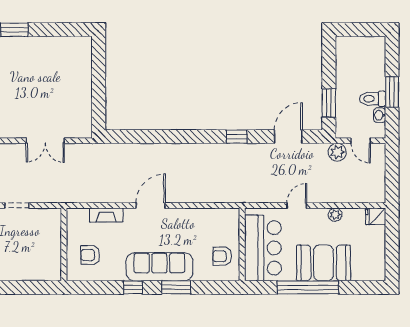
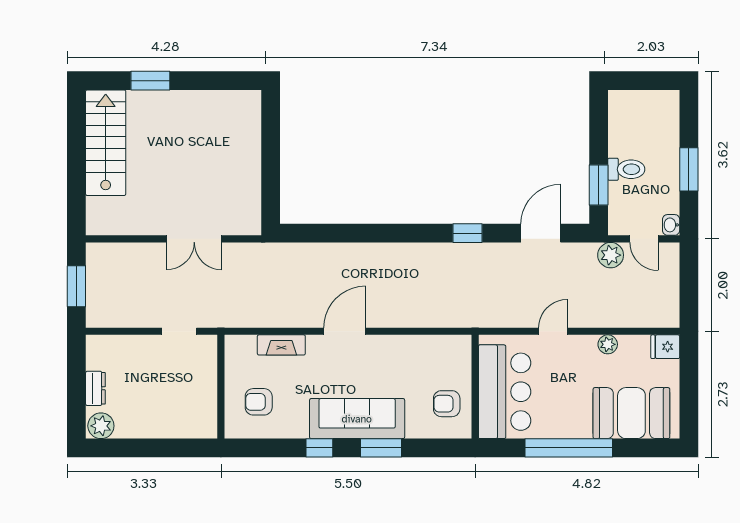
toilet: (373, 99) -> (626, 169), moved, turned 180
washbasin: (380, 115) -> (671, 225), moved
doorway: (17, 206) -> (179, 331), moved
booth: (323, 263) -> (631, 413), moved

